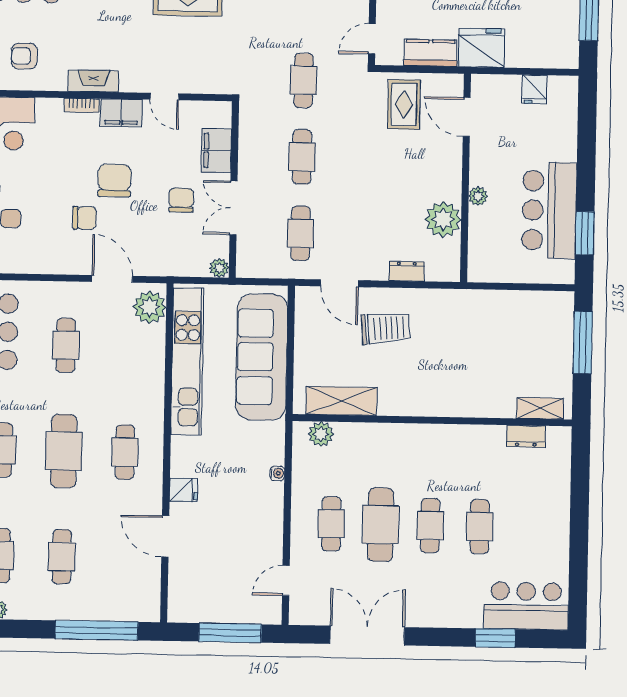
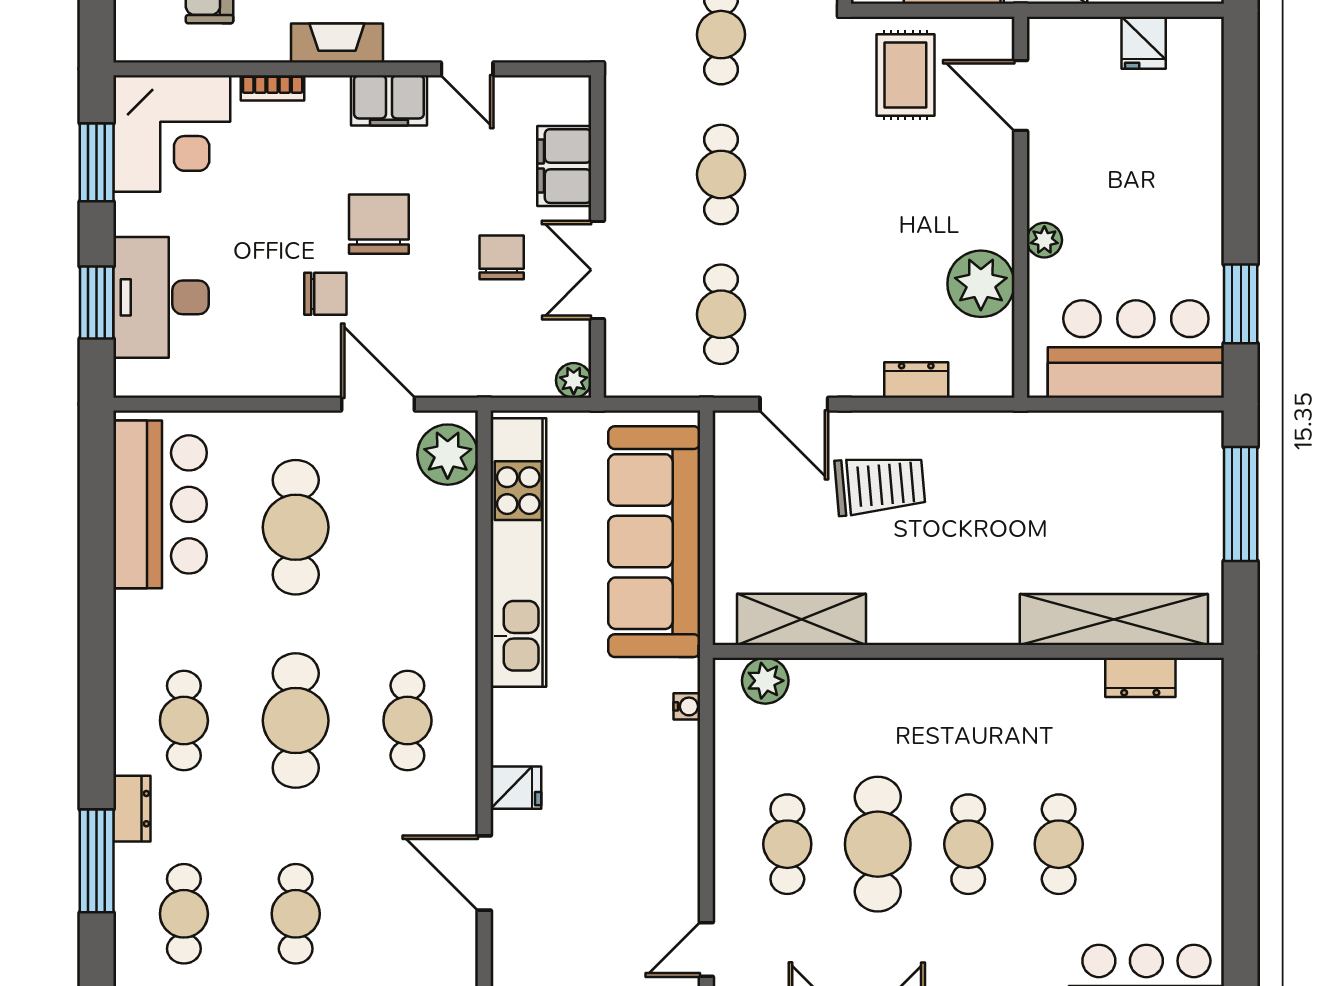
bookcase: (82, 105) -> (273, 88), moved
bar counter: (549, 210) -> (1136, 349), moved, turned 90
cafe table: (66, 345) -> (296, 527), width x1.37, depth x1.35
shelving: (540, 408) -> (1114, 619), width x2.20, depth x1.33
water cooler: (277, 473) -> (687, 706), moved

